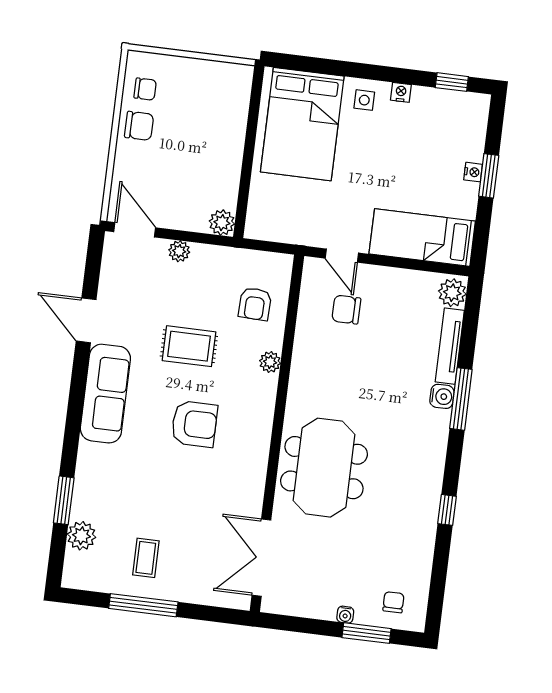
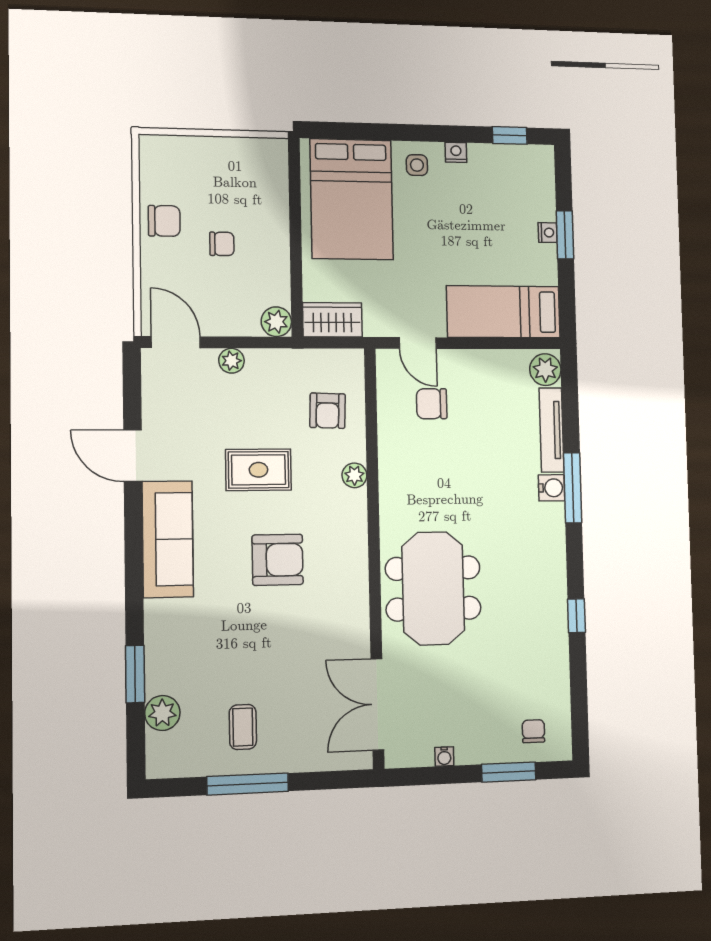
chair: (145, 89) -> (222, 244), moved
wardrobe: (270, 227) -> (332, 320), added
water cooler: (345, 615) -> (444, 757), moved

